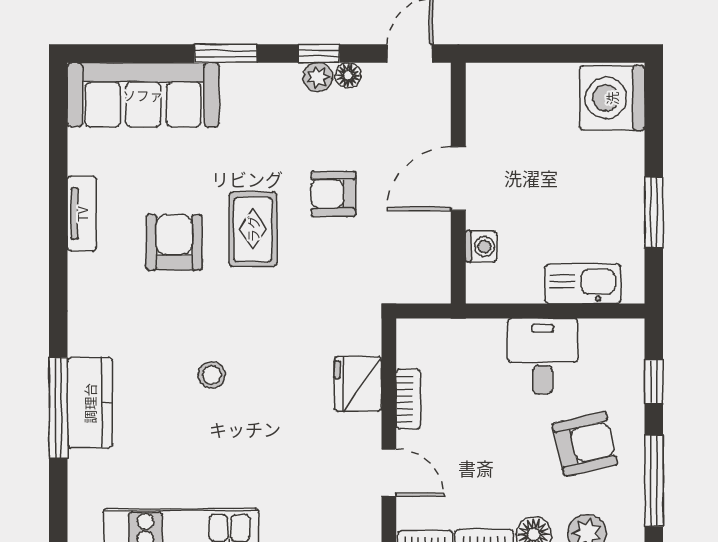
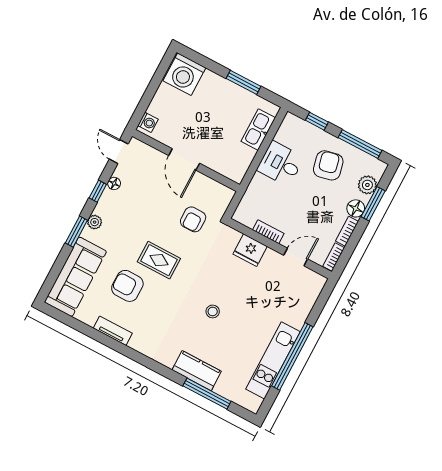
plant: (318, 77) -> (95, 222), moved
armchair: (333, 194) -> (193, 219), moved
armchair: (174, 242) -> (127, 286), moved
washing machine: (481, 246) -> (148, 122), moved, turned 90
window: (58, 408) -> (207, 394), moved

